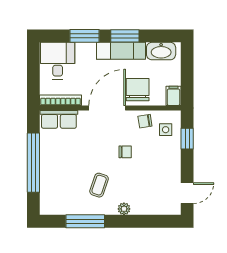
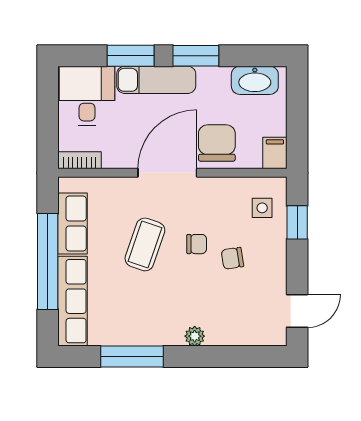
exam couch: (121, 51) -> (156, 80), moved
bookcase: (60, 100) -> (80, 160), width x0.64
row of seats: (59, 119) -> (73, 224), moved, turned -90
chair: (145, 121) -> (232, 258), moved
coffee table: (99, 185) -> (145, 244), moved, width x1.36, depth x1.30
row of seats: (49, 187) -> (73, 301), added

